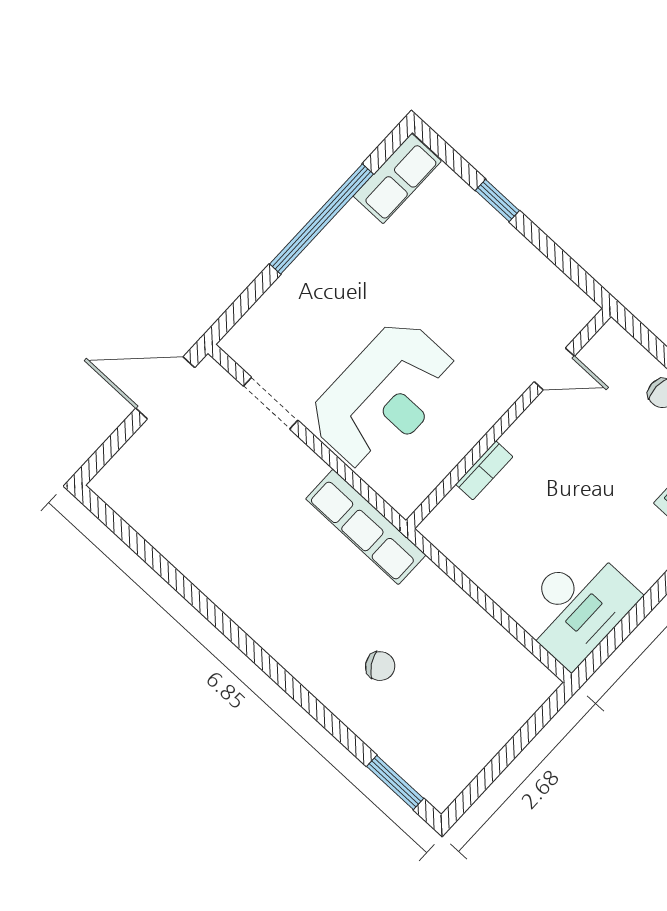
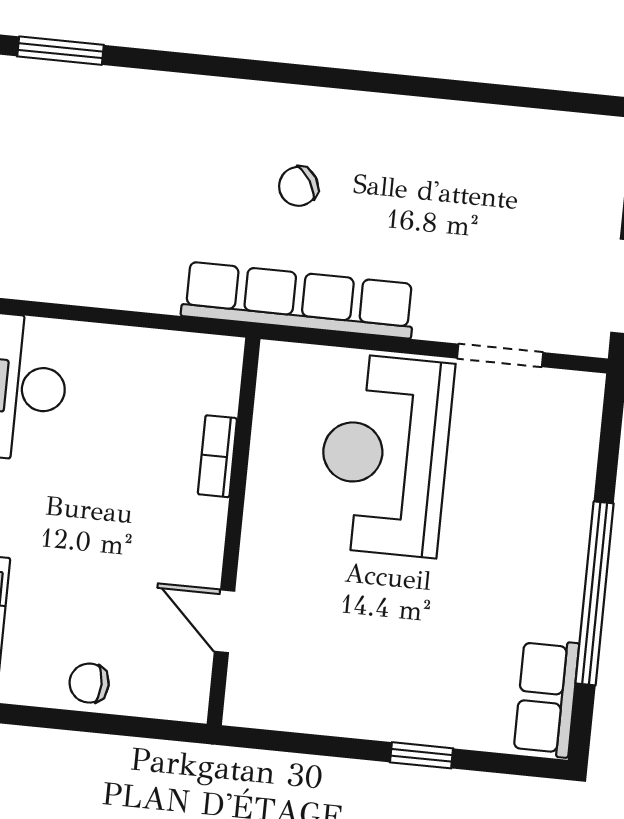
door: (554, 369) -> (225, 621), hinge flipped
row of seats: (366, 527) -> (298, 300), width x1.36
chair: (380, 666) -> (299, 186), moved

